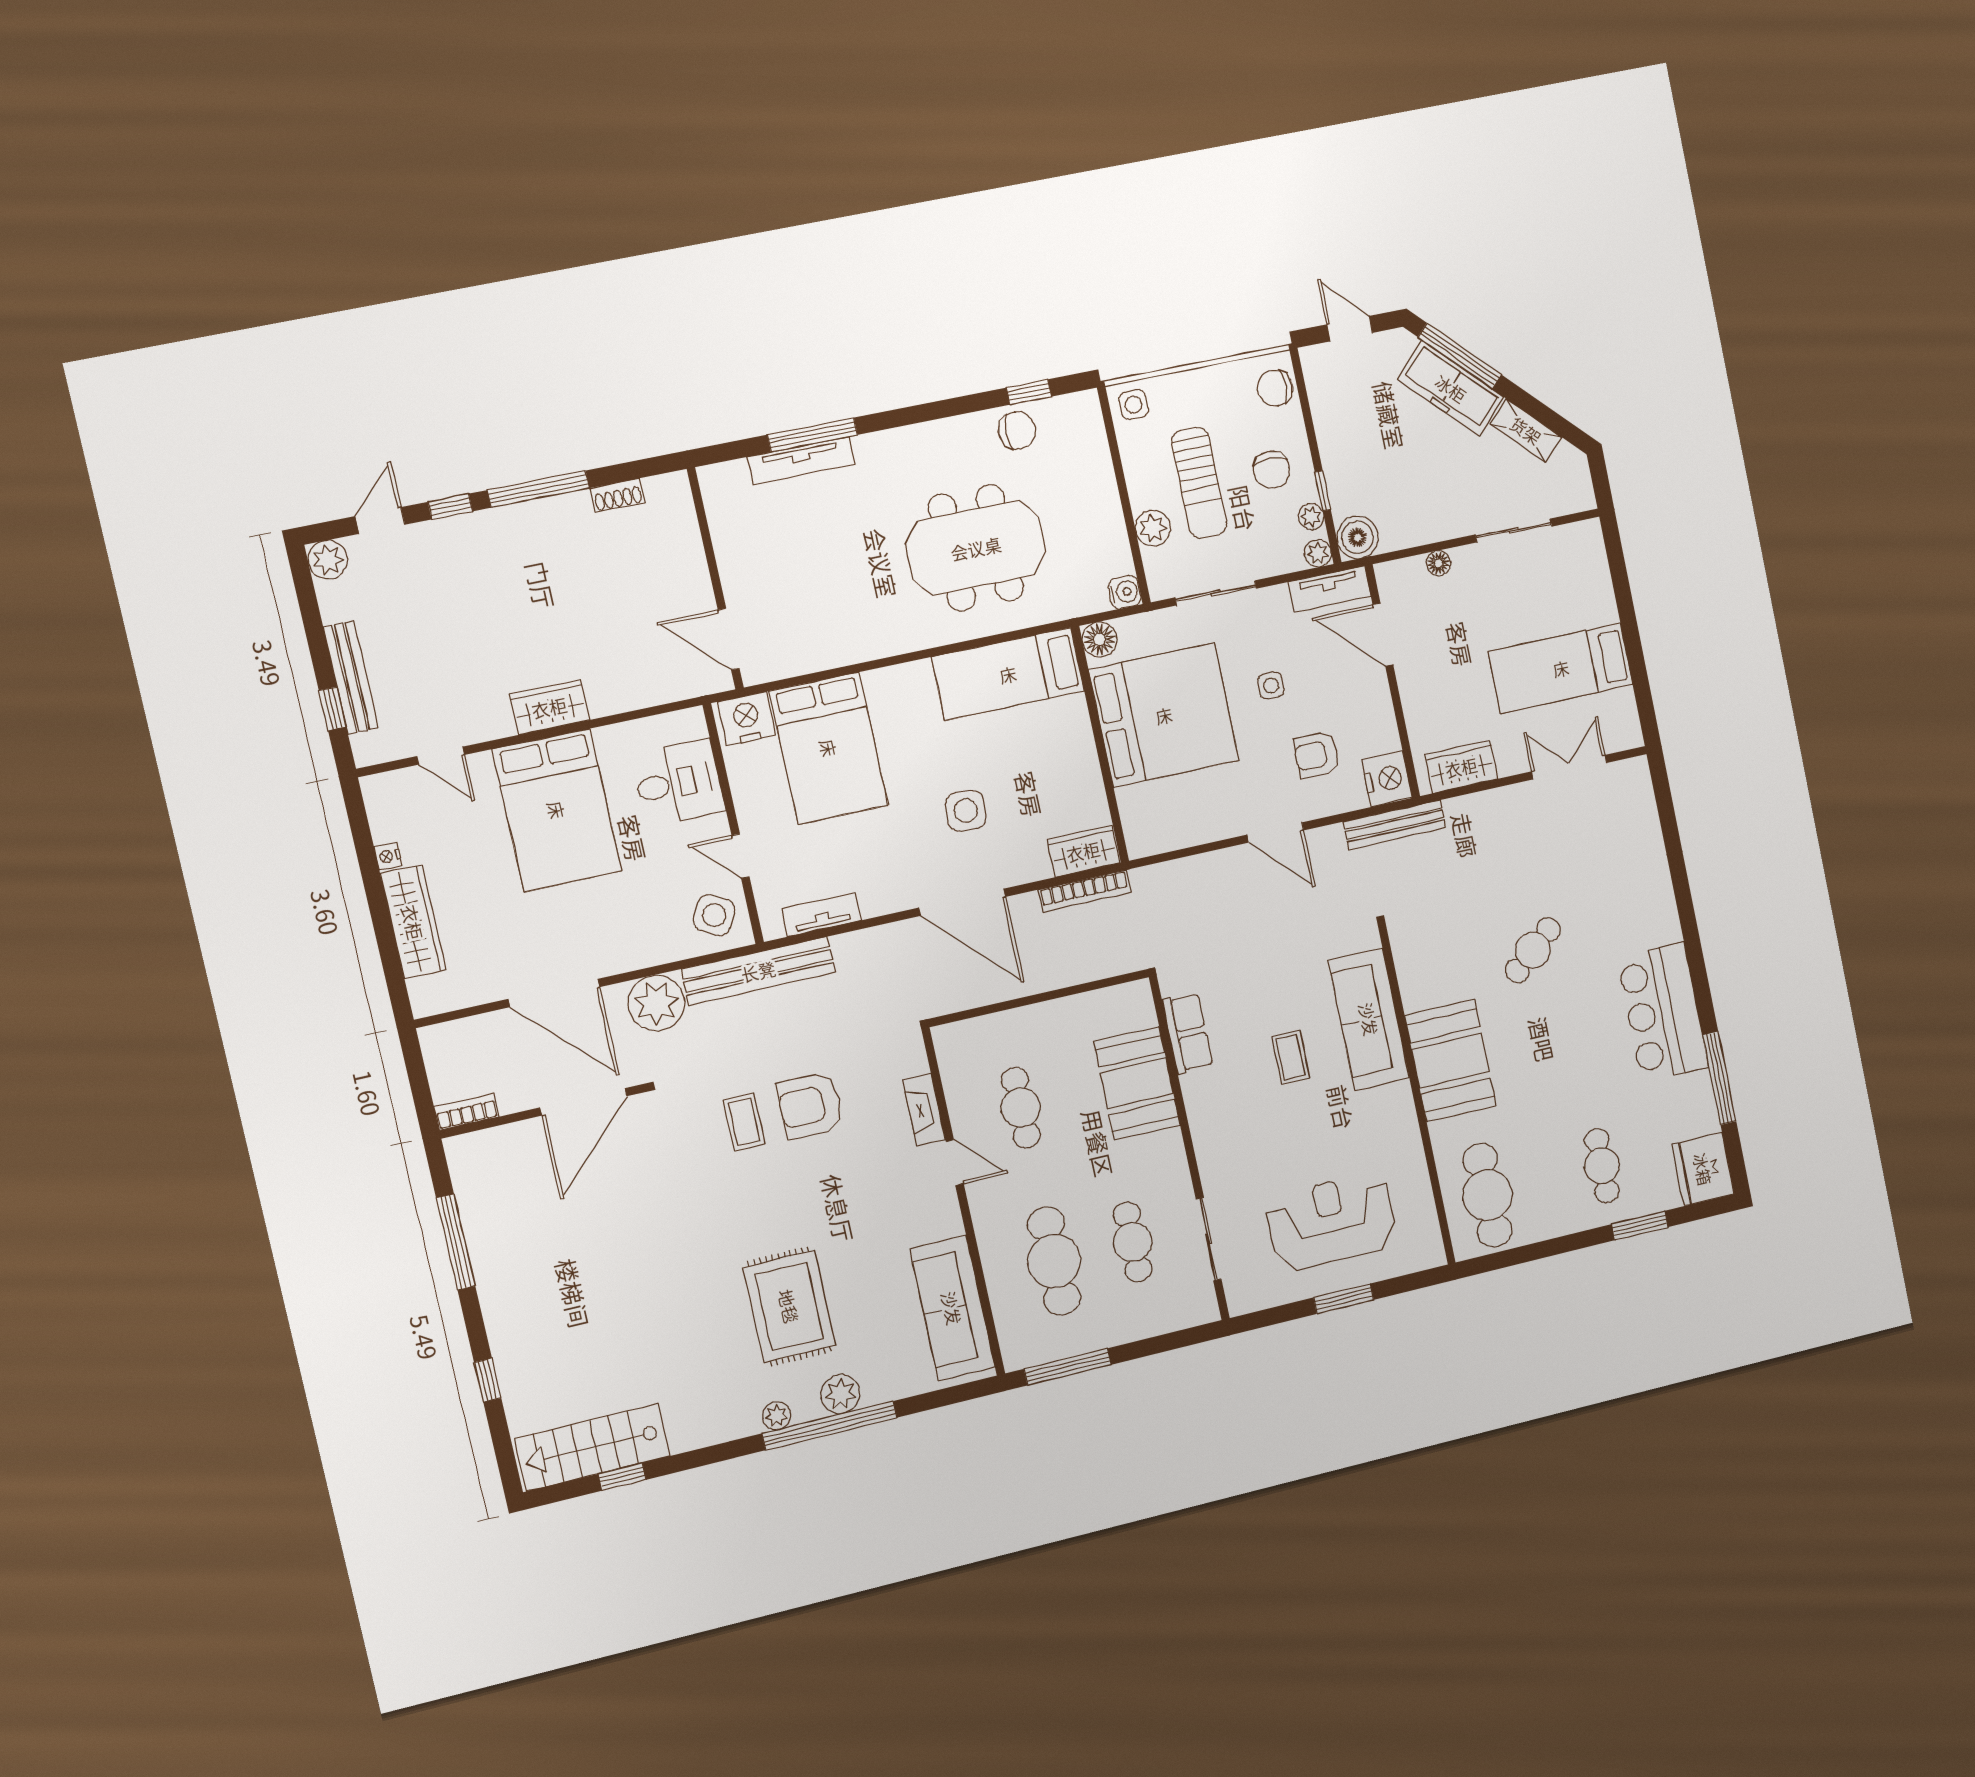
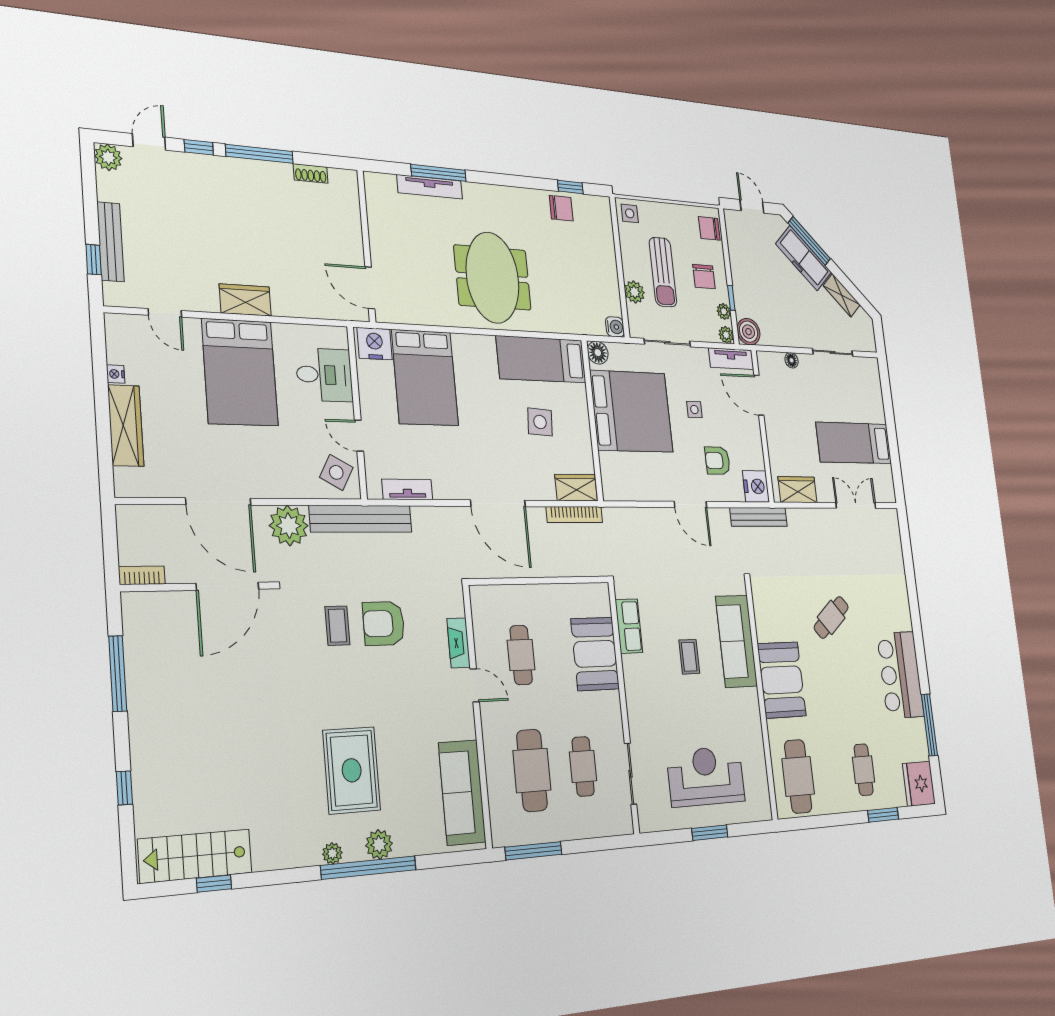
meeting table: (976, 548) -> (493, 278), moved, turned 90
side table: (966, 811) -> (540, 422), moved

